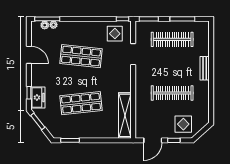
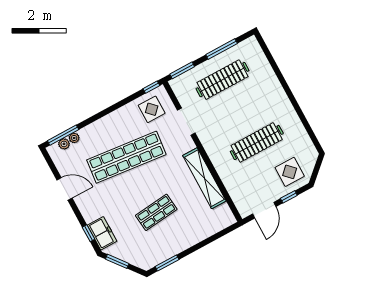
shop shelf: (81, 56) -> (126, 157), width x1.40
bench: (205, 68) -> (279, 93), removed
shop shelf: (81, 103) -> (156, 212), width x0.70, depth x0.74
shelving: (125, 115) -> (204, 178), moved

